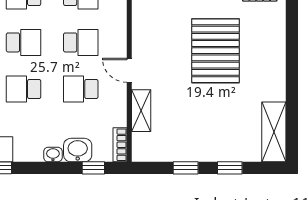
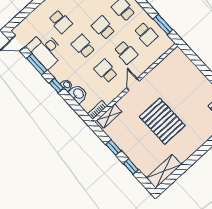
school desk: (24, 42) -> (103, 28), turned 180
pallet: (215, 51) -> (162, 121), moved, turned 90
shelving: (141, 111) -> (109, 116), moved
window: (93, 168) -> (56, 86), moved

